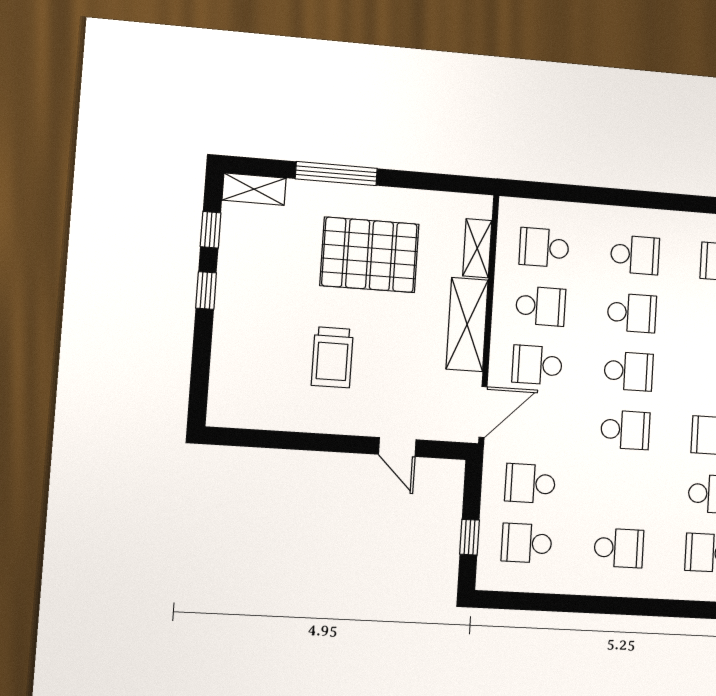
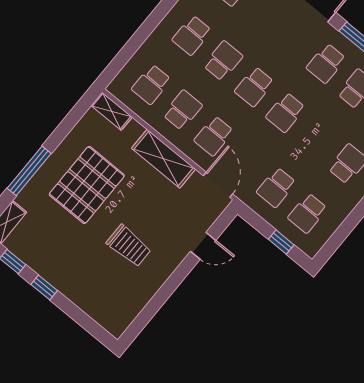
shelving: (477, 248) -> (112, 111), moved
school desk: (635, 255) -> (192, 35), turned 180
school desk: (629, 371) -> (254, 87), turned 180
school desk: (625, 430) -> (286, 112), turned 180

